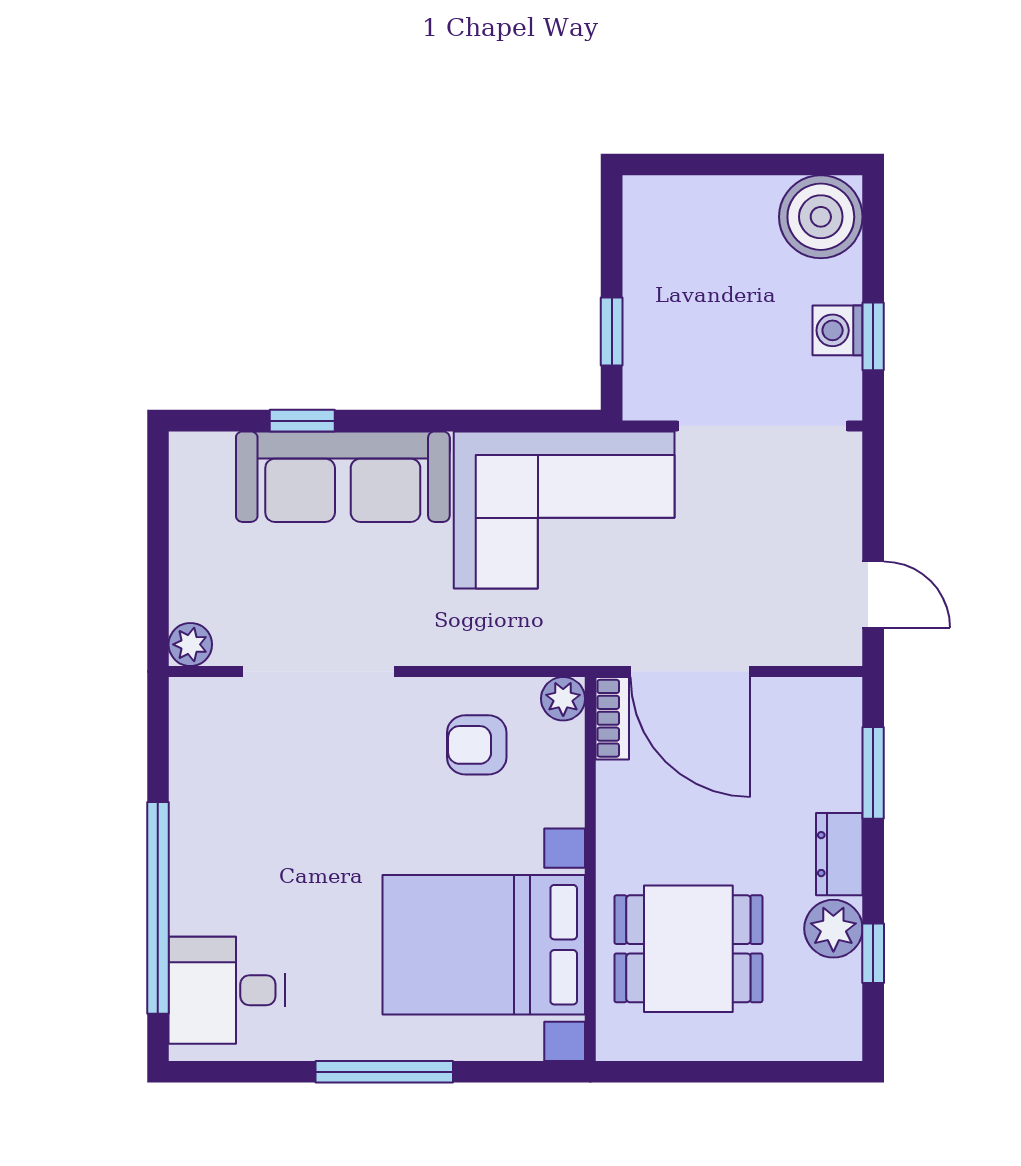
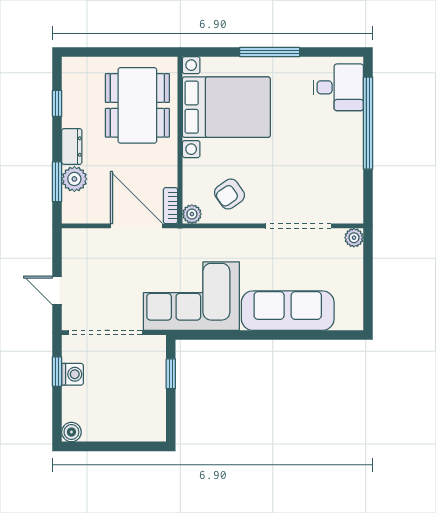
boiler: (821, 217) -> (71, 432), width x0.54, depth x0.54
window: (302, 421) -> (305, 335), removed
door: (873, 595) -> (57, 290), moved
armchair: (477, 745) -> (229, 194), turned 145
plant: (833, 929) -> (74, 179), moved
dining table: (688, 949) -> (137, 105), width x1.38

